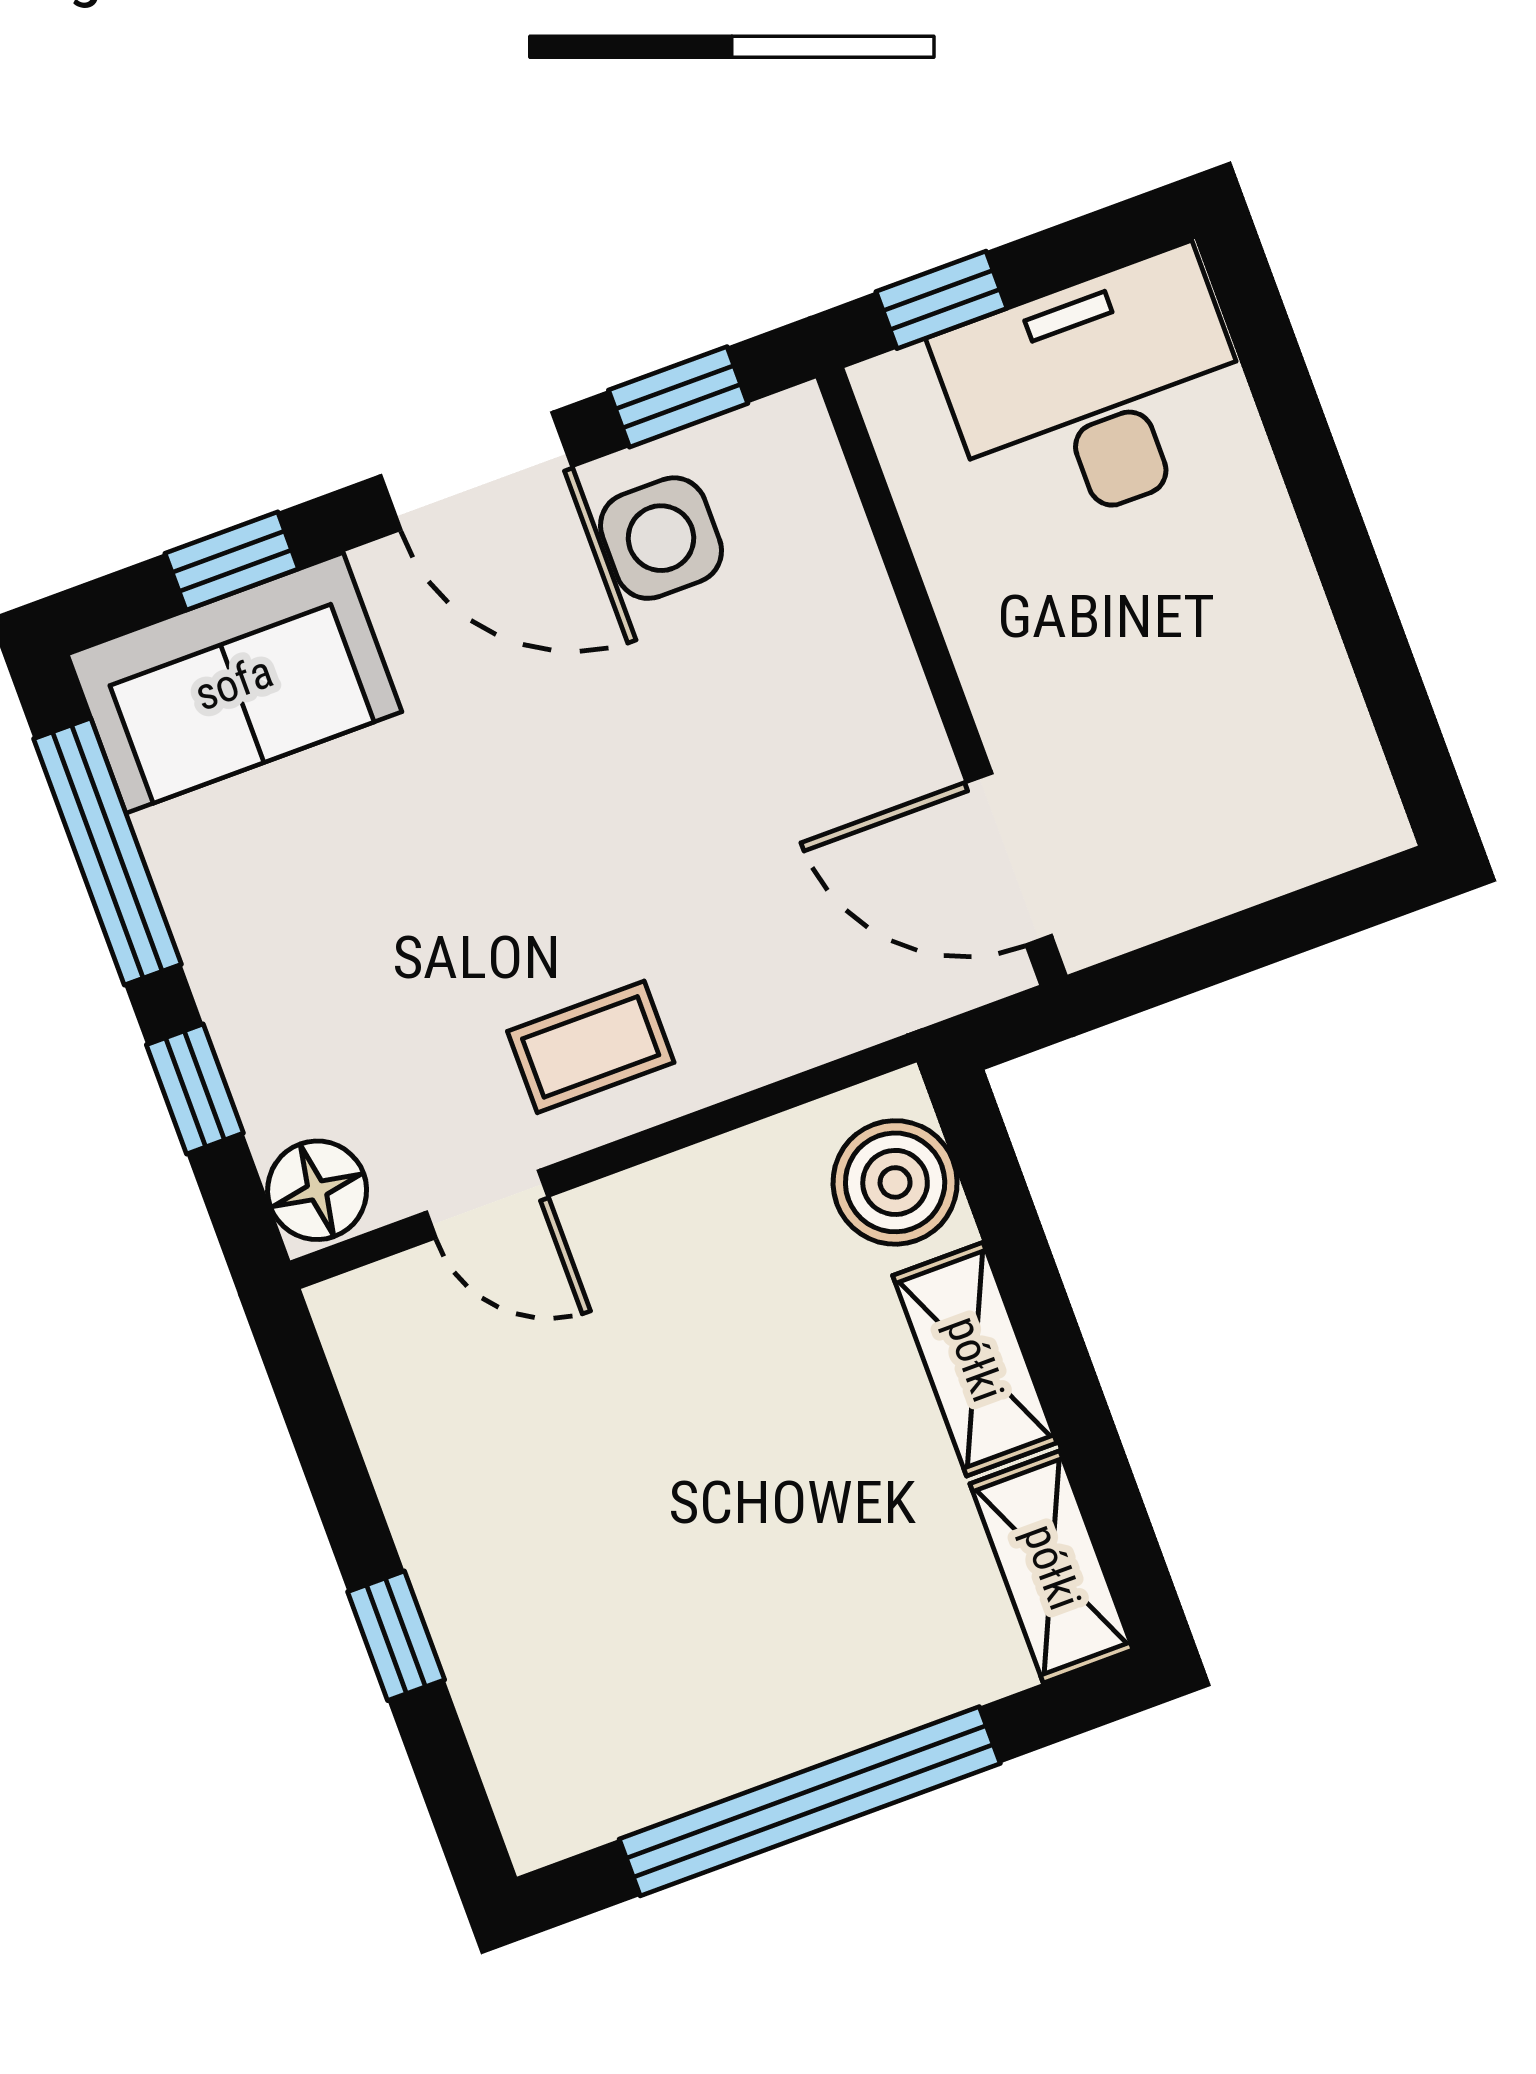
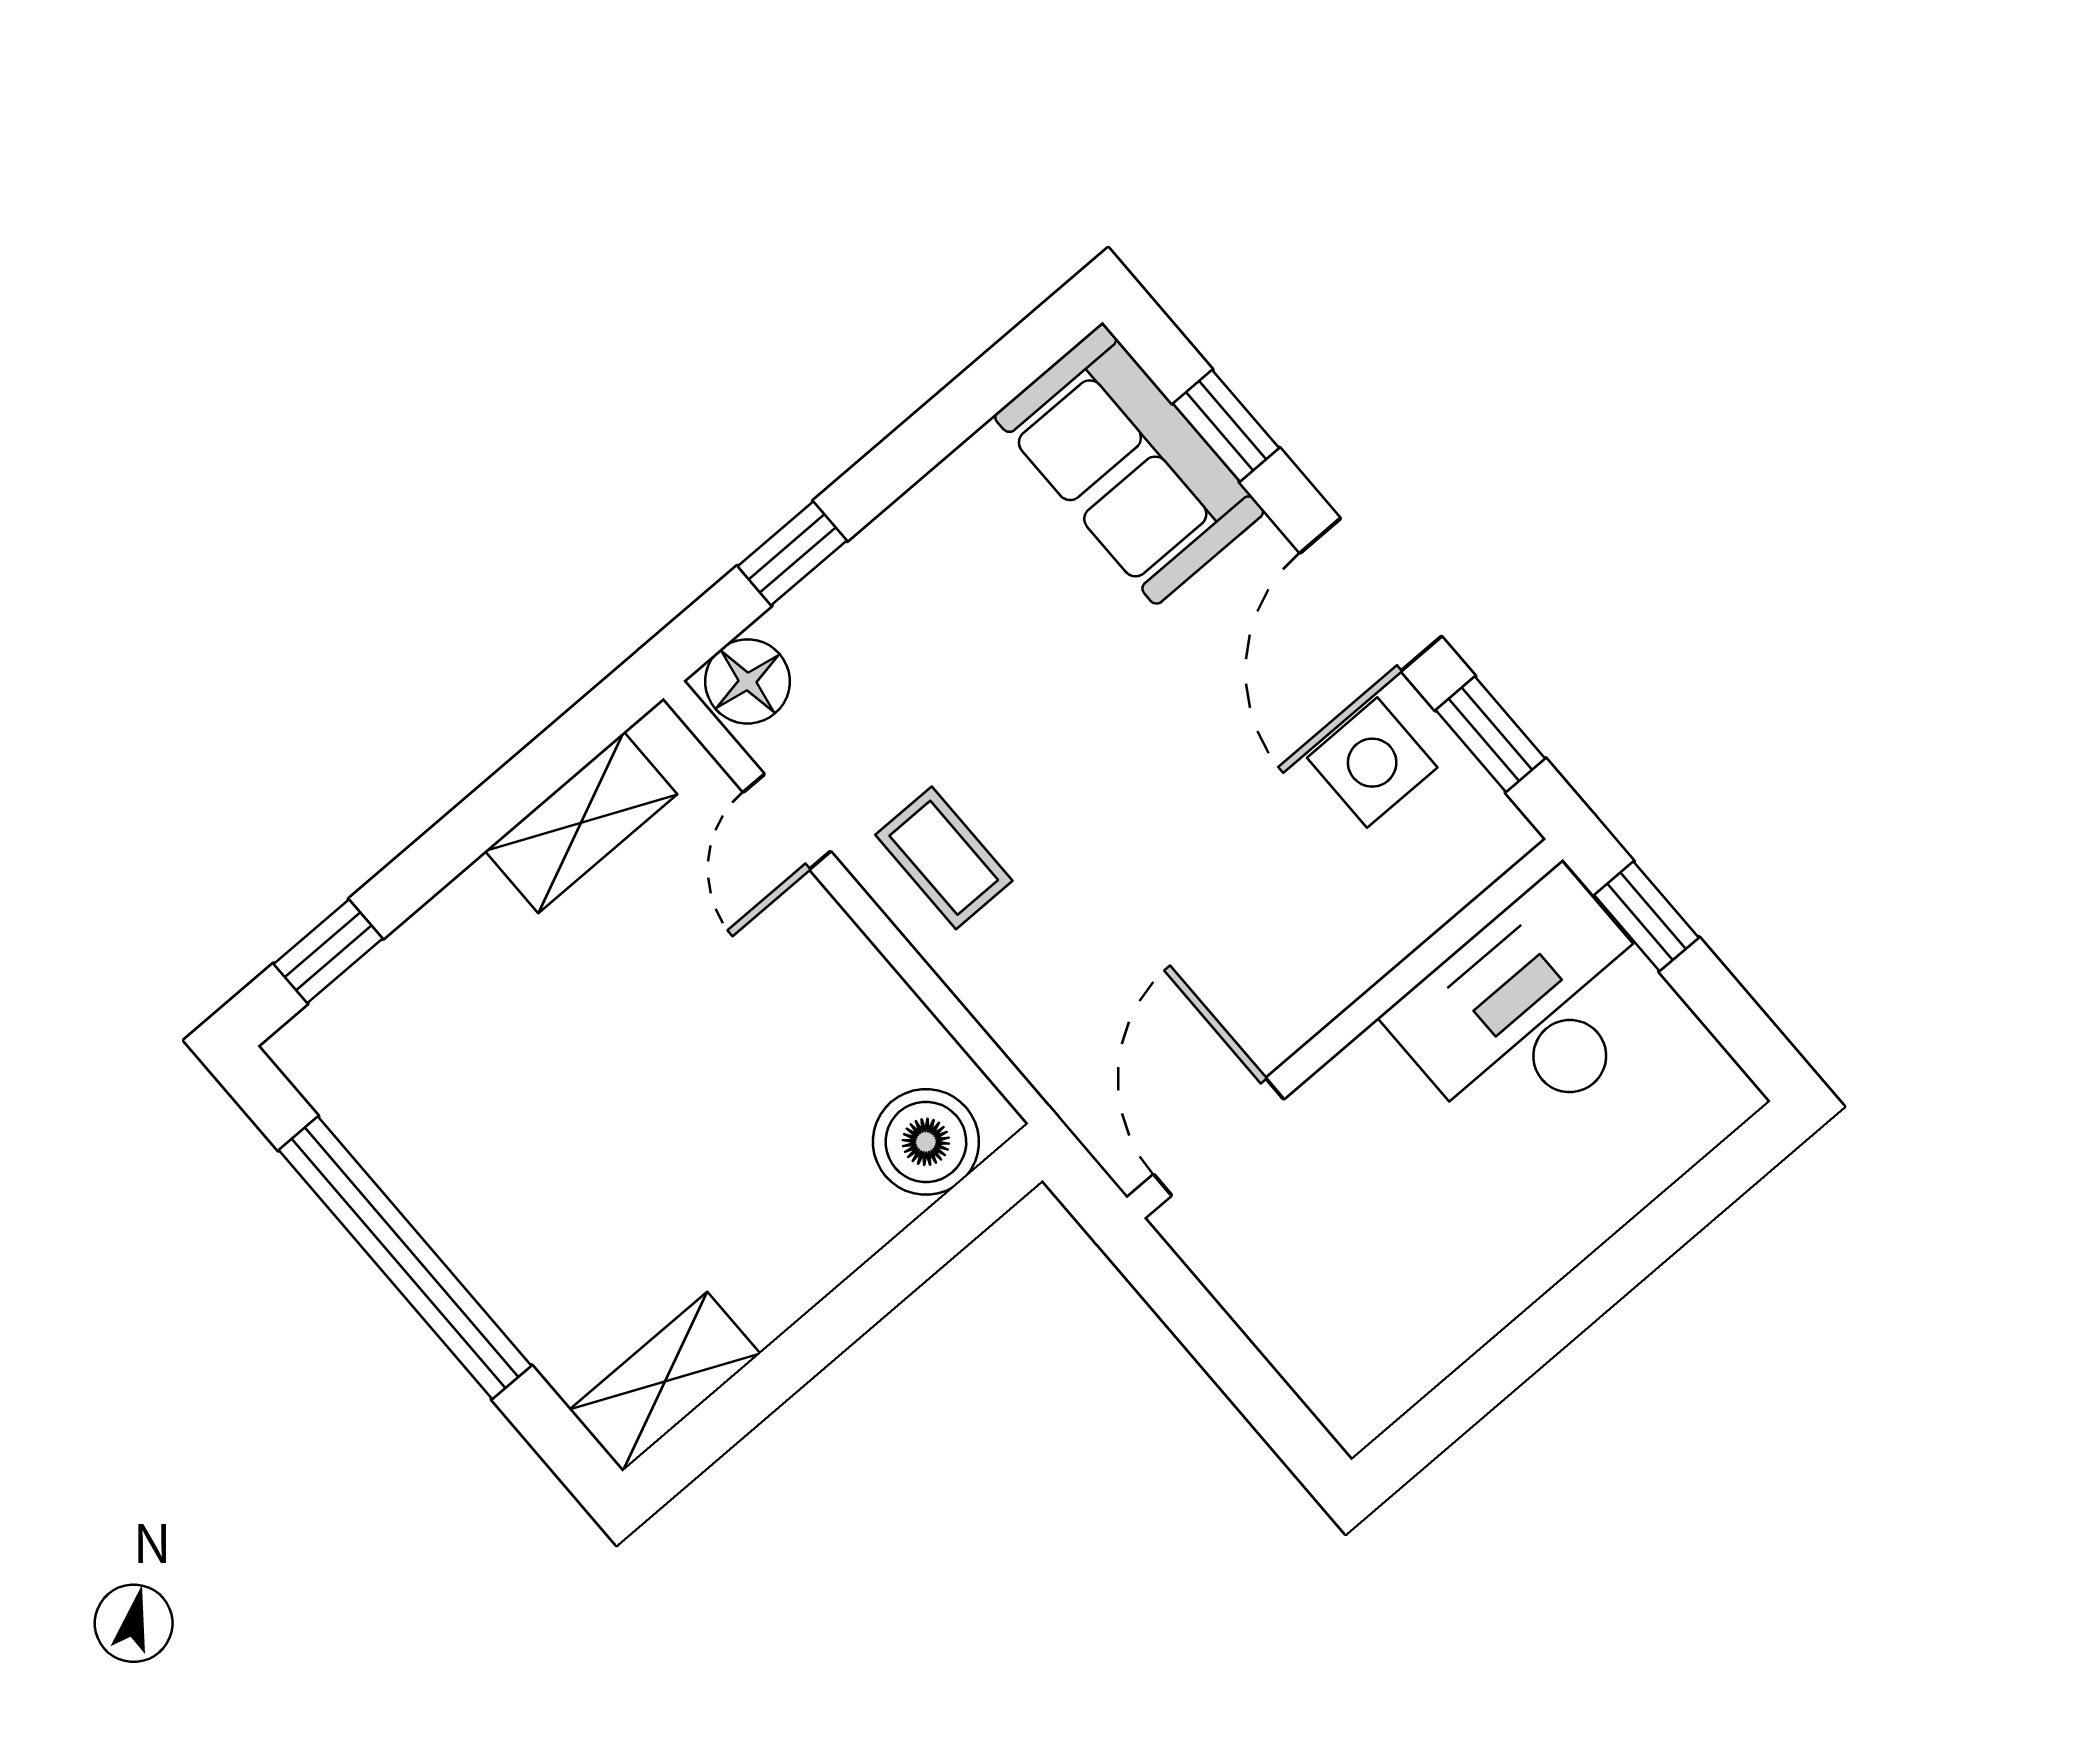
desk: (1097, 394) -> (1531, 1011), moved, turned -90
window: (108, 852) -> (956, 413), removed
shelving: (975, 1359) -> (581, 823), moved
window: (396, 1636) -> (328, 951), moved

